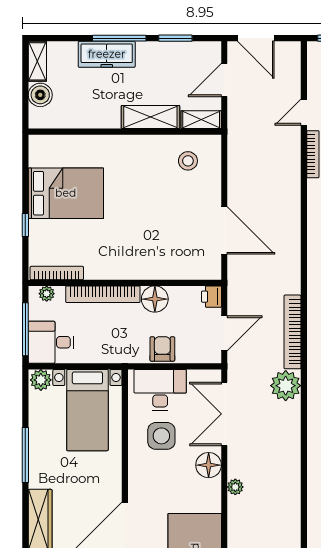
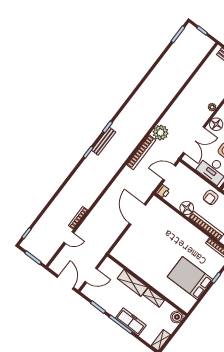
boiler: (40, 95) -> (177, 317), moved
shelving: (201, 120) -> (154, 297), moved
stool: (188, 161) -> (131, 254), removed
armchair: (162, 349) -> (211, 197), moved

